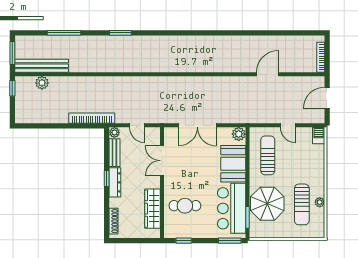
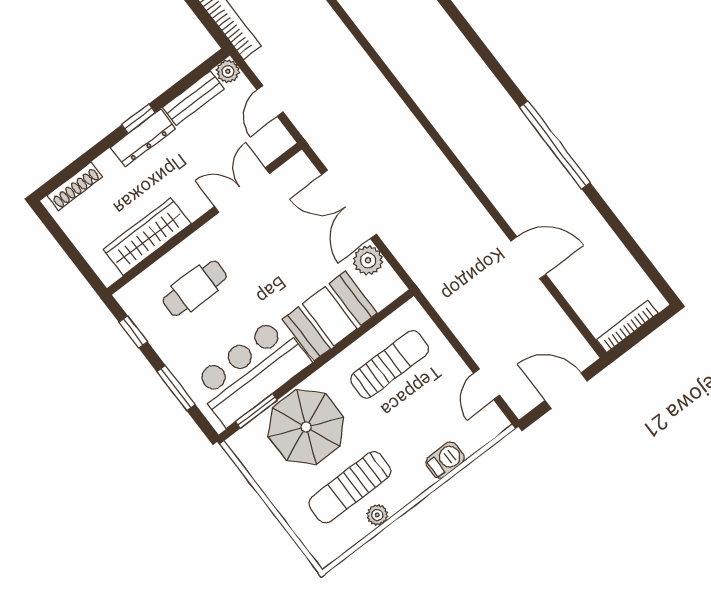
window: (233, 33) -> (555, 145), added
door: (288, 125) -> (487, 384), moved
plant: (239, 134) -> (368, 260), moved
barbecue: (319, 136) -> (445, 460), moved
cafe table: (185, 206) -> (195, 288), turned 90
window: (230, 241) -> (176, 388), moved

